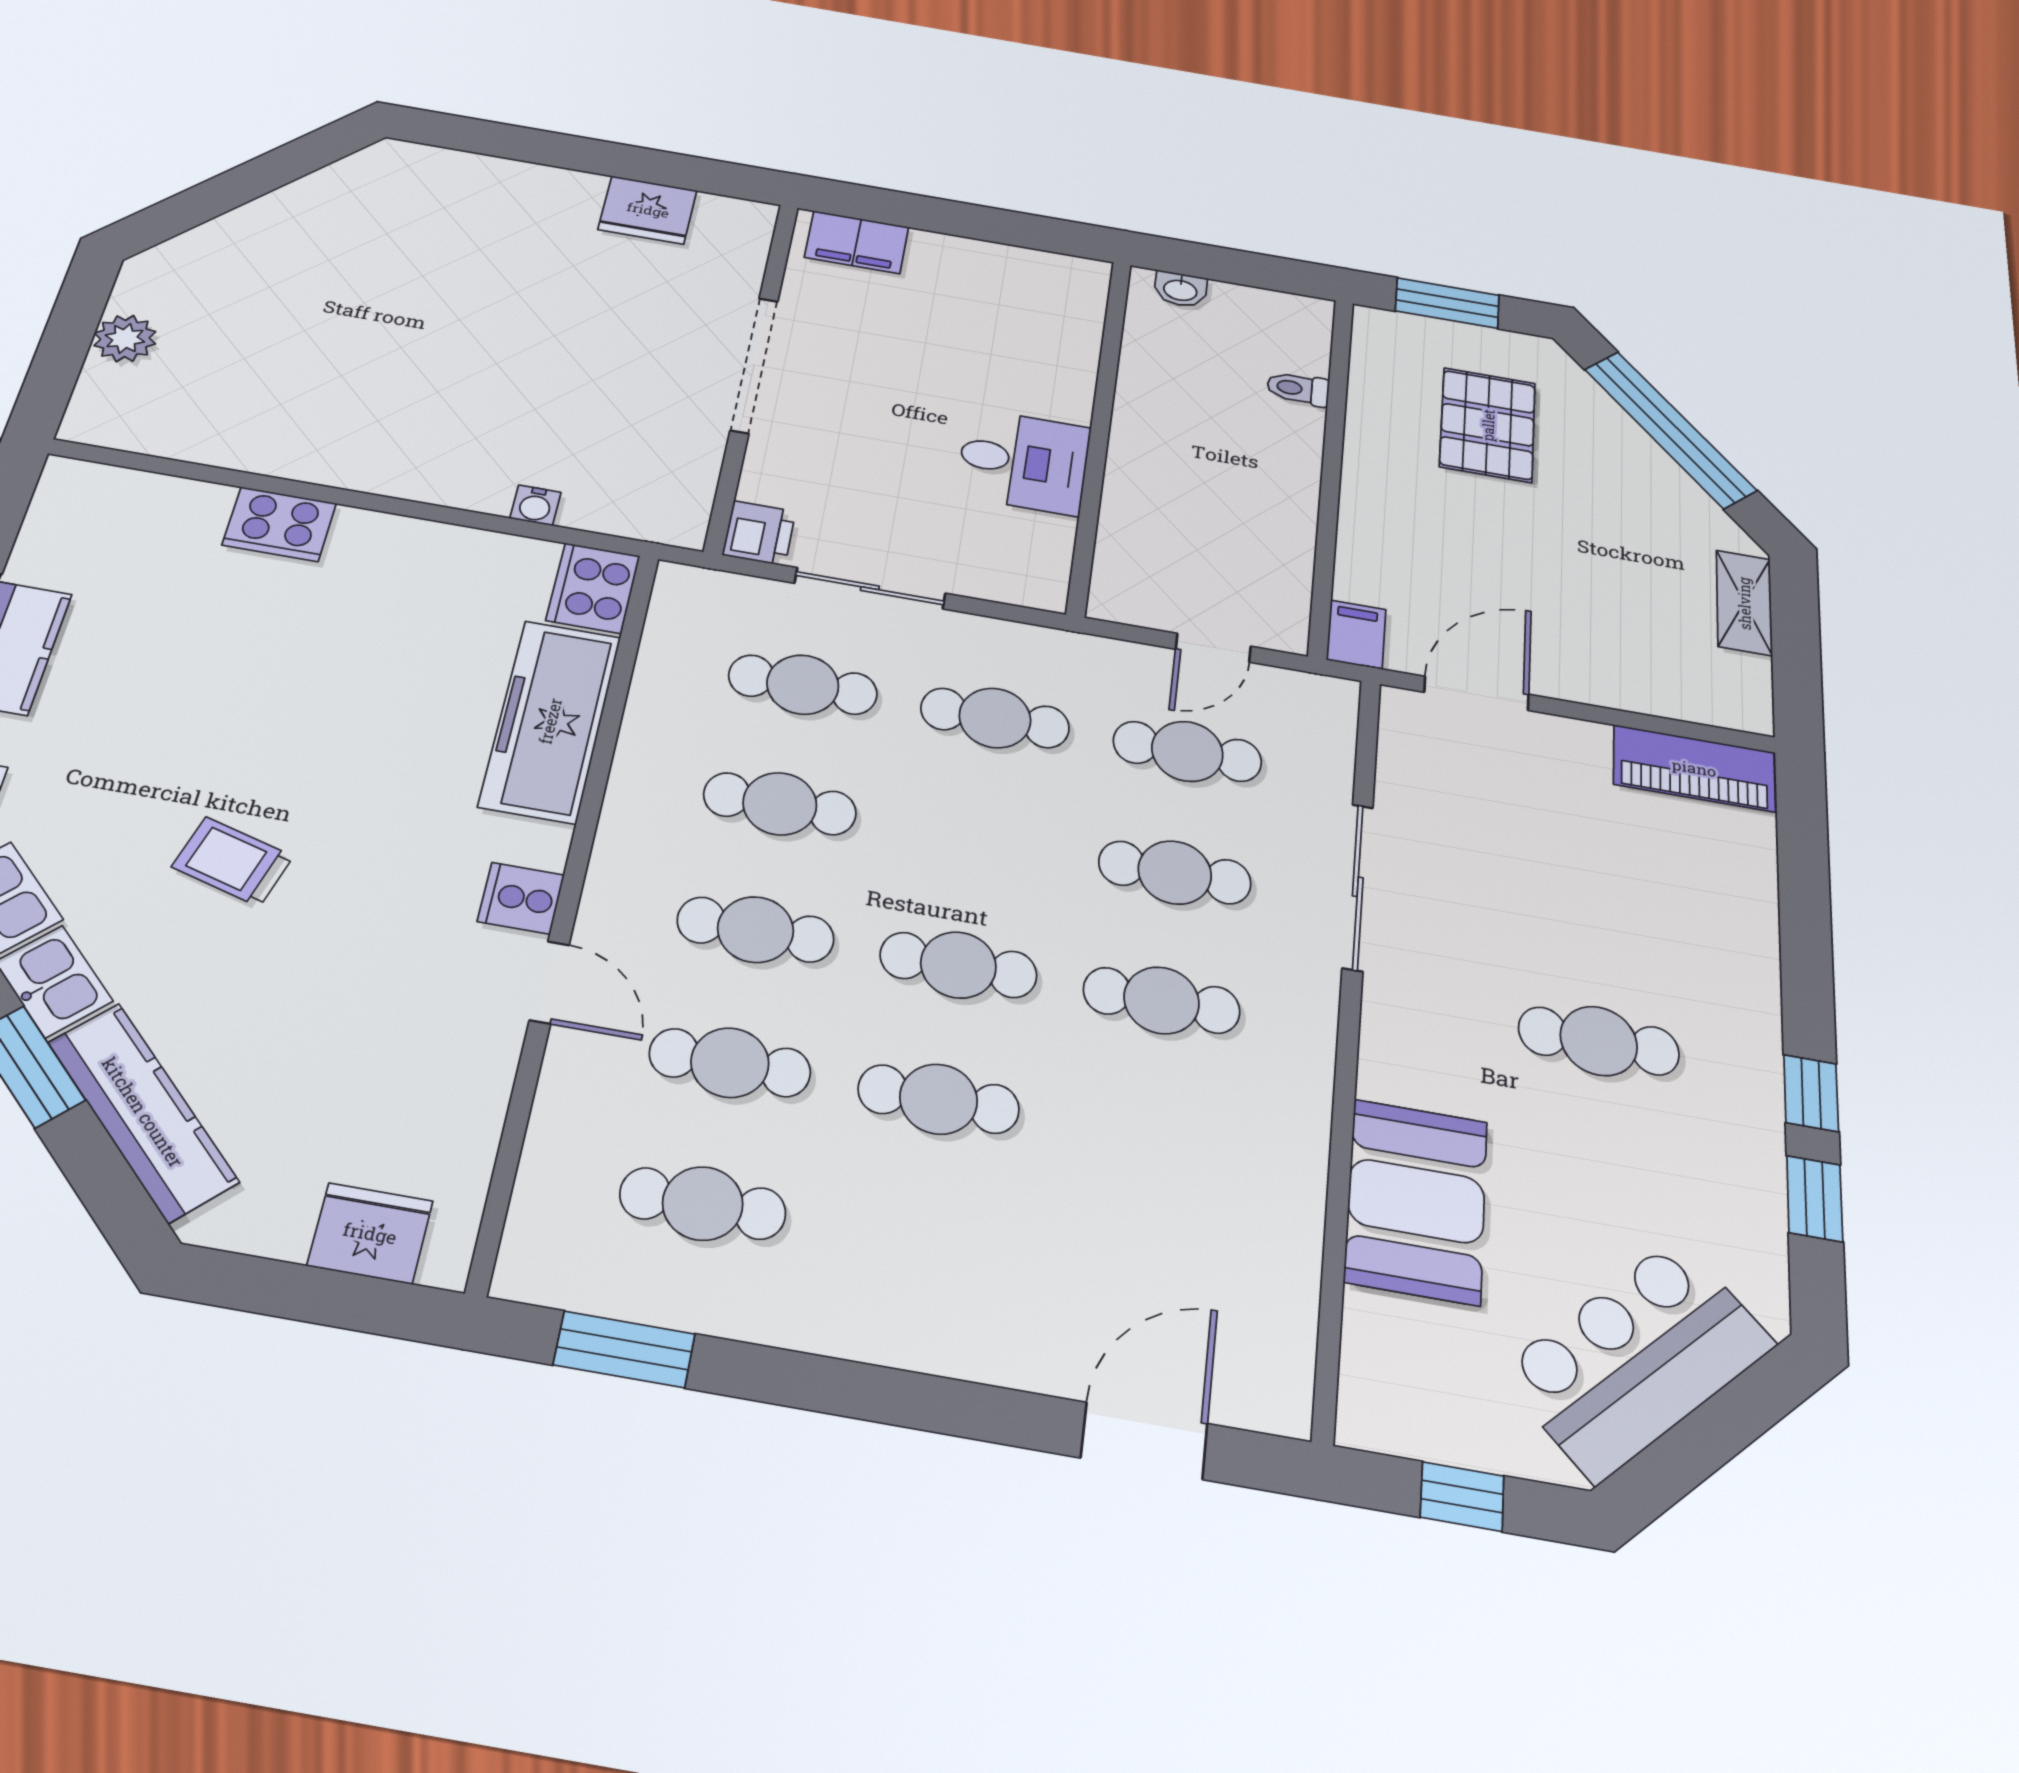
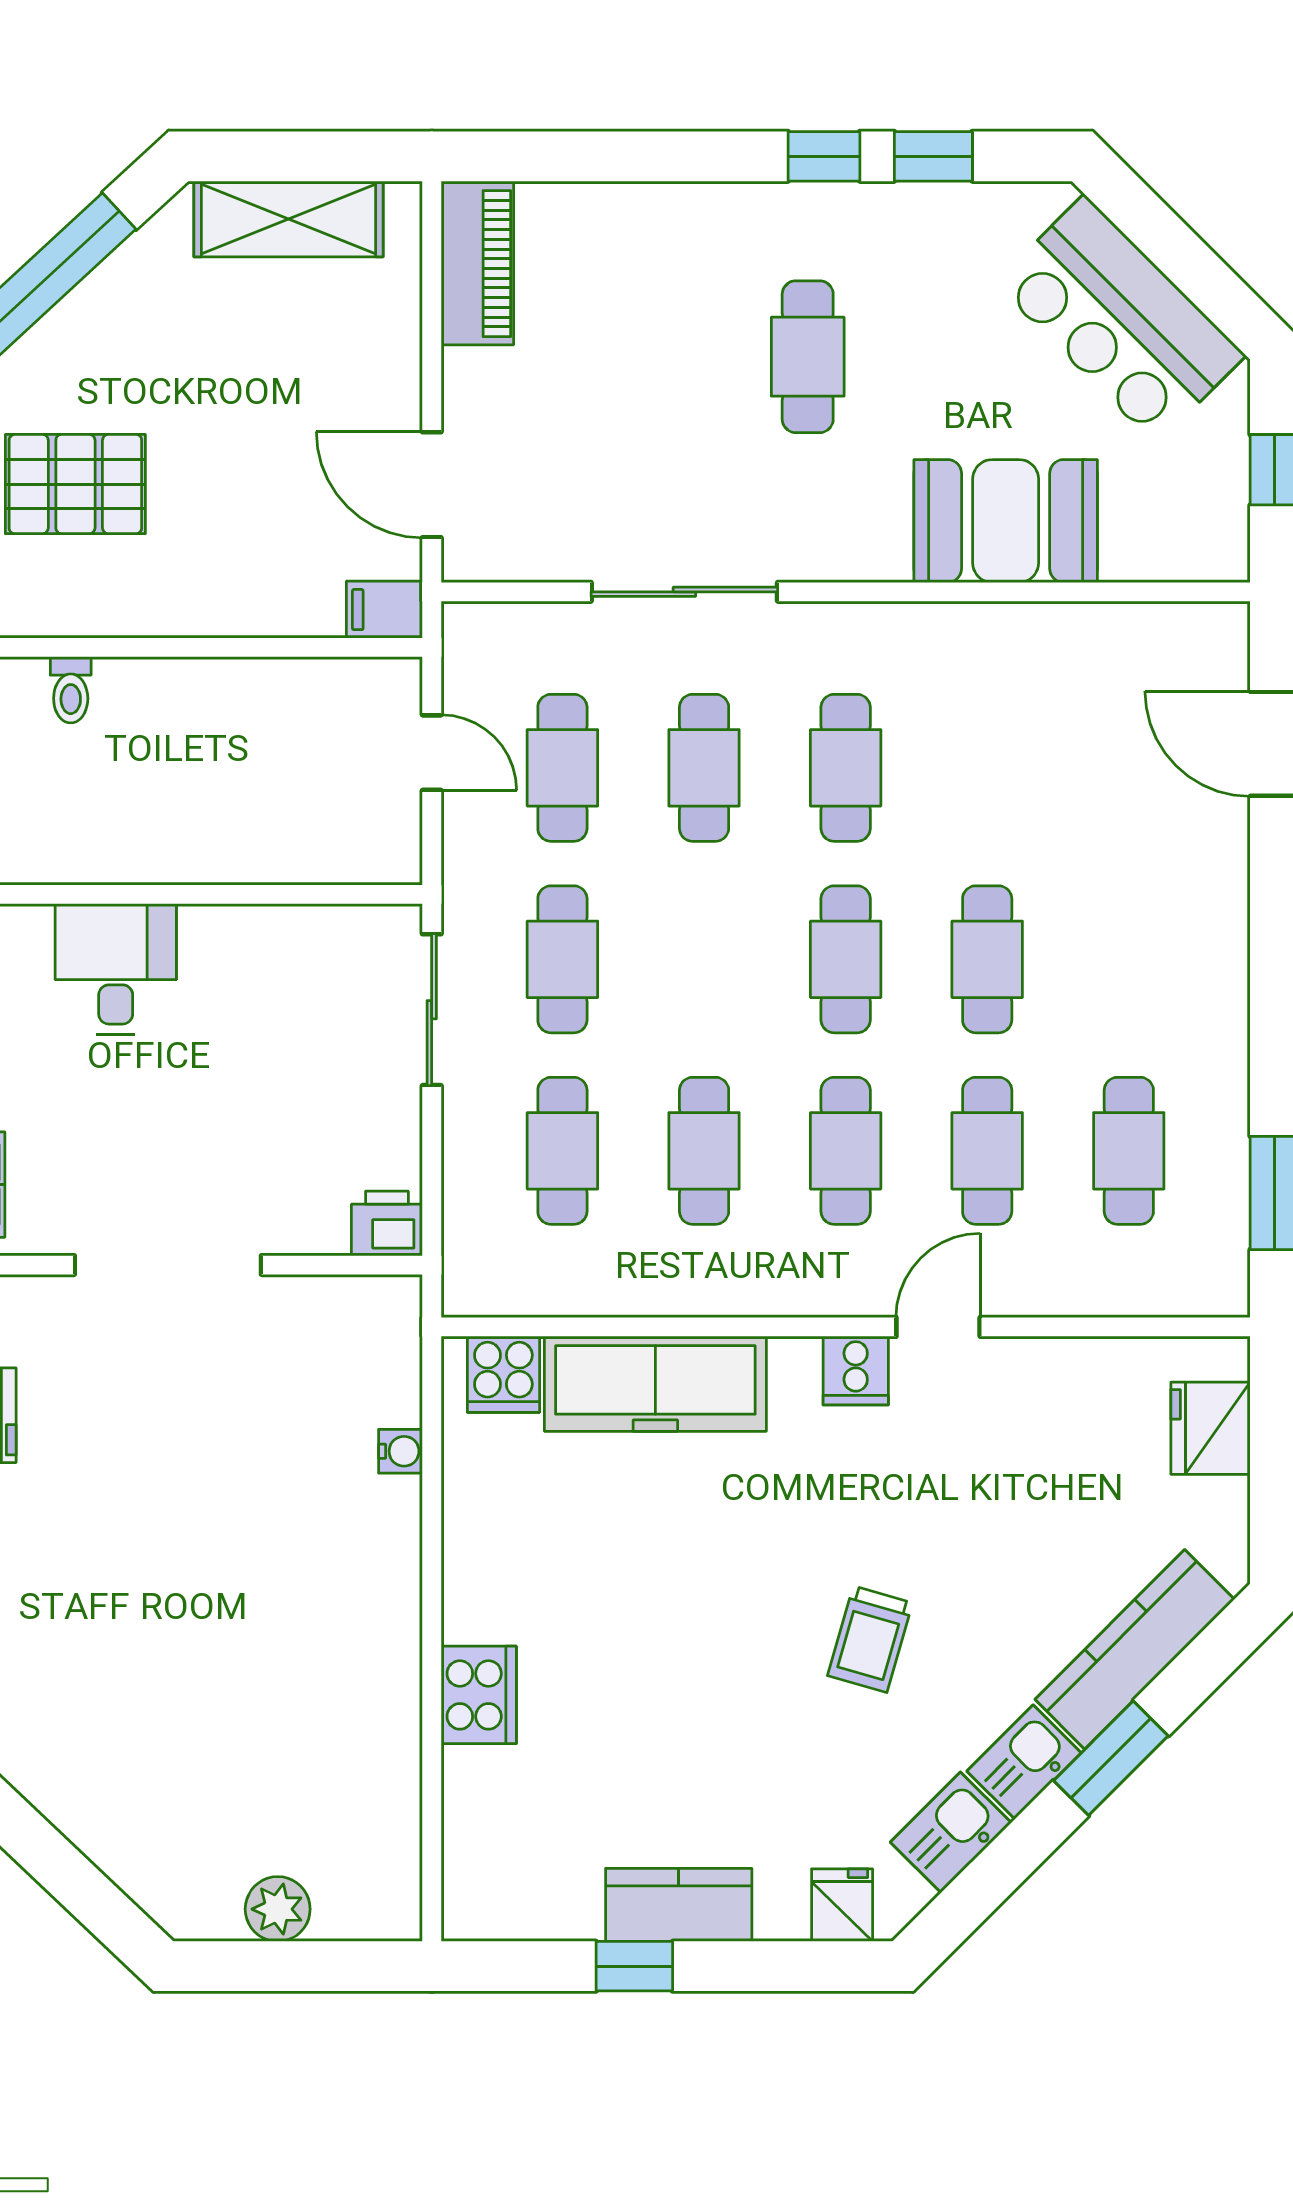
desk: (1023, 462) -> (116, 969), moved
cooker: (593, 588) -> (503, 1374), width x0.73
sliding door: (870, 588) -> (432, 1010), moved
shelving: (1744, 603) -> (288, 219), width x1.50, depth x1.33

